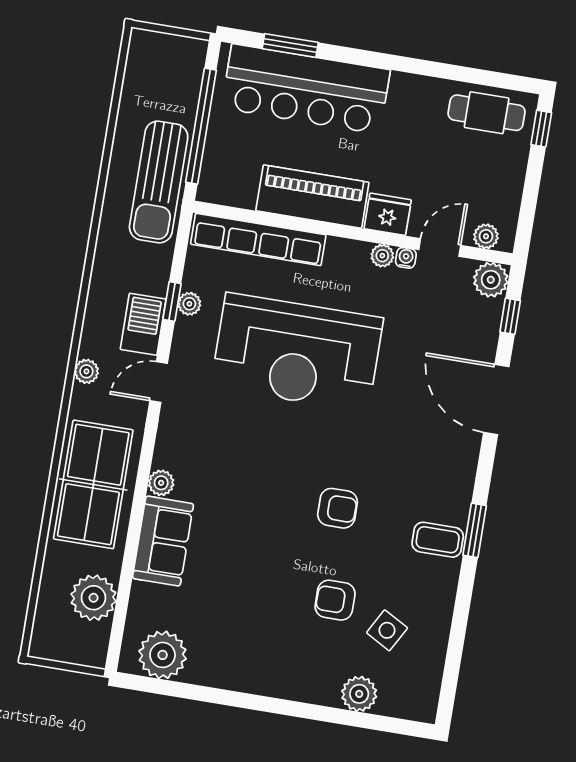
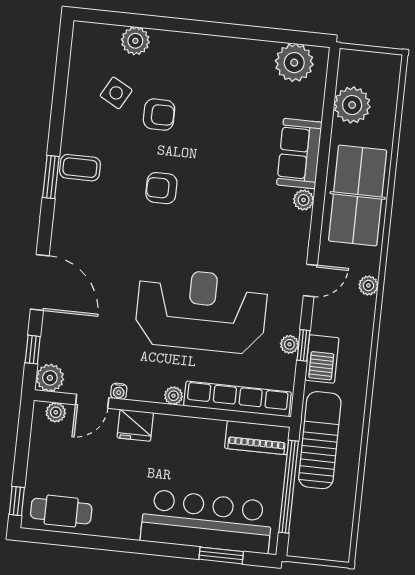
piano: (312, 197) -> (257, 438), moved, width x0.73, depth x0.75
plant: (382, 256) -> (173, 396), moved
barbecue: (143, 324) -> (322, 359), moved

